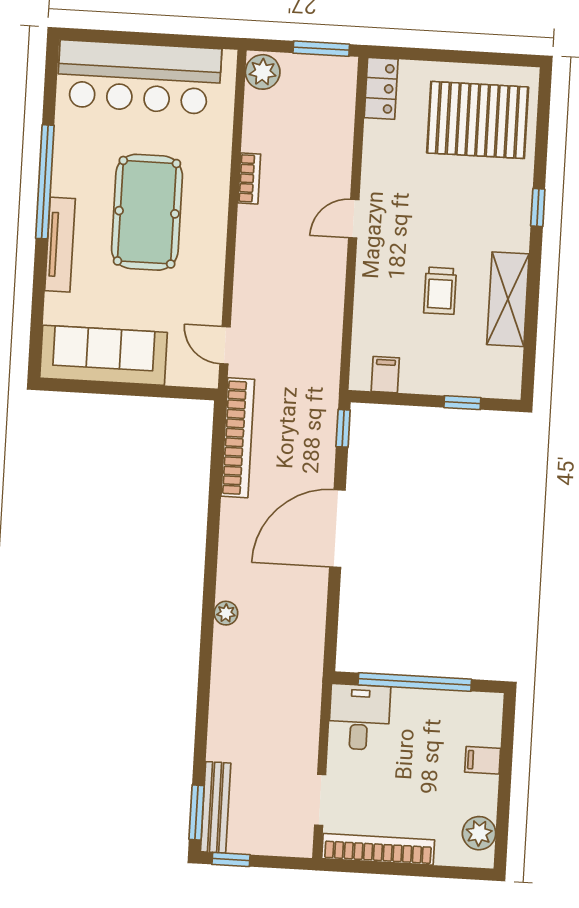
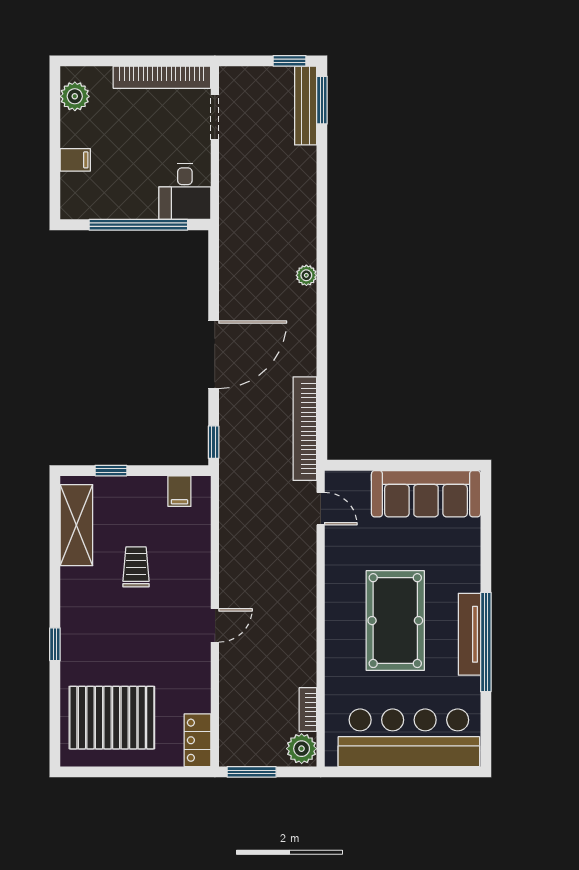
bookcase: (249, 178) -> (308, 710), moved
tv unit: (60, 245) -> (469, 634), moved
shelving: (508, 299) -> (76, 525), moved

